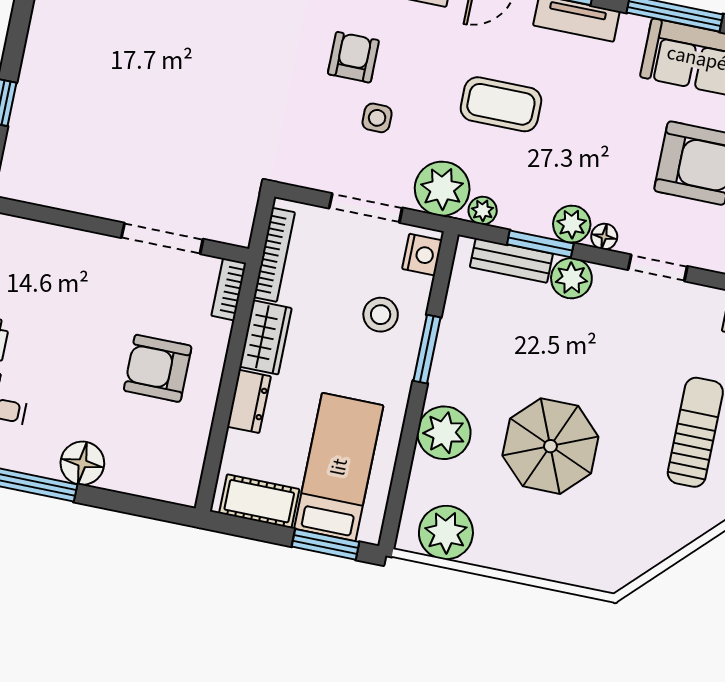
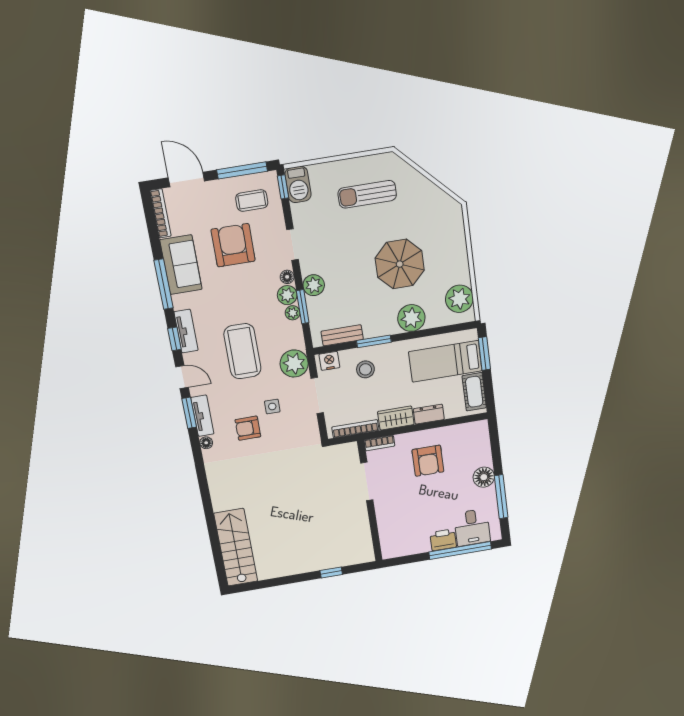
coffee table: (501, 104) -> (242, 351), width x1.36, depth x1.32
plant: (483, 211) -> (293, 313), moved
bench: (511, 260) -> (342, 335), moved, turned 90

